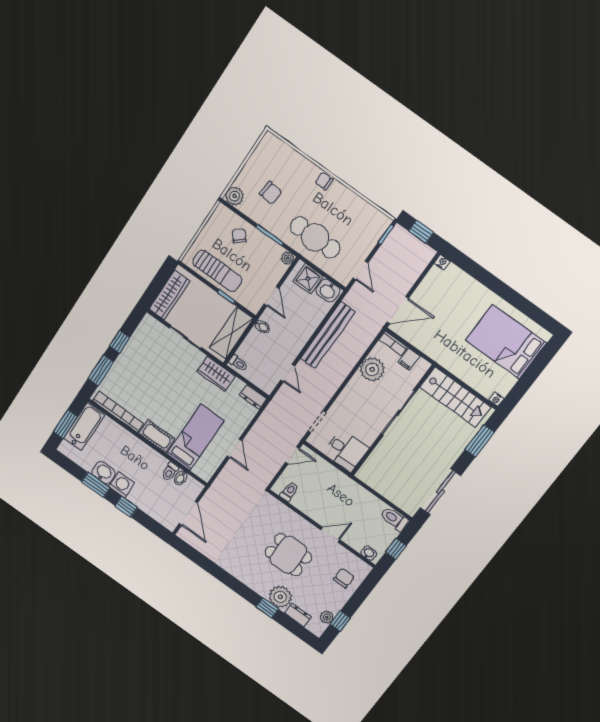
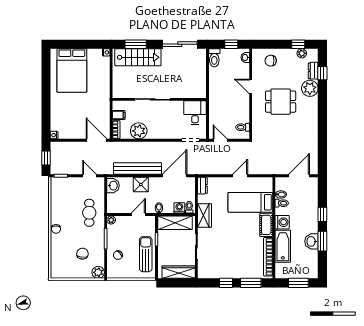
cafe table: (315, 237) -> (89, 213), width x0.73, depth x0.74
door: (360, 270) -> (90, 176), hinge flipped
shower: (308, 279) -> (141, 184), moved
washing machine: (245, 351) -> (179, 208), added
door: (288, 373) -> (175, 176), width x1.87
stairs: (455, 397) -> (138, 57), moved, turned 90
bathtub: (84, 427) -> (283, 246), moved, turned 90
washing machine: (122, 485) -> (282, 222), moved, turned 180
dining table: (288, 555) -> (281, 102), turned 90
window: (267, 608) -> (322, 73), moved

